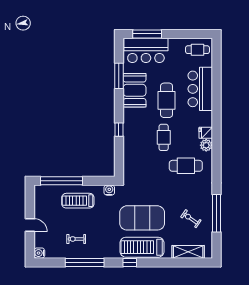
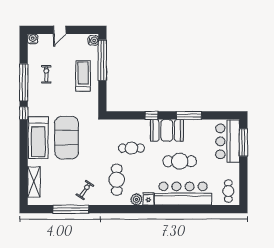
window: (119, 76) -> (189, 115), moved
bar counter: (200, 89) -> (183, 194), width x1.36
booth: (135, 90) -> (167, 130), moved
cafe table: (164, 137) -> (131, 148), moved
water cooler: (109, 190) -> (93, 40), moved
exercise bike: (191, 219) -> (85, 190), moved
treadmill: (142, 247) -> (38, 138), turned 180
window: (130, 262) -> (24, 113), moved

